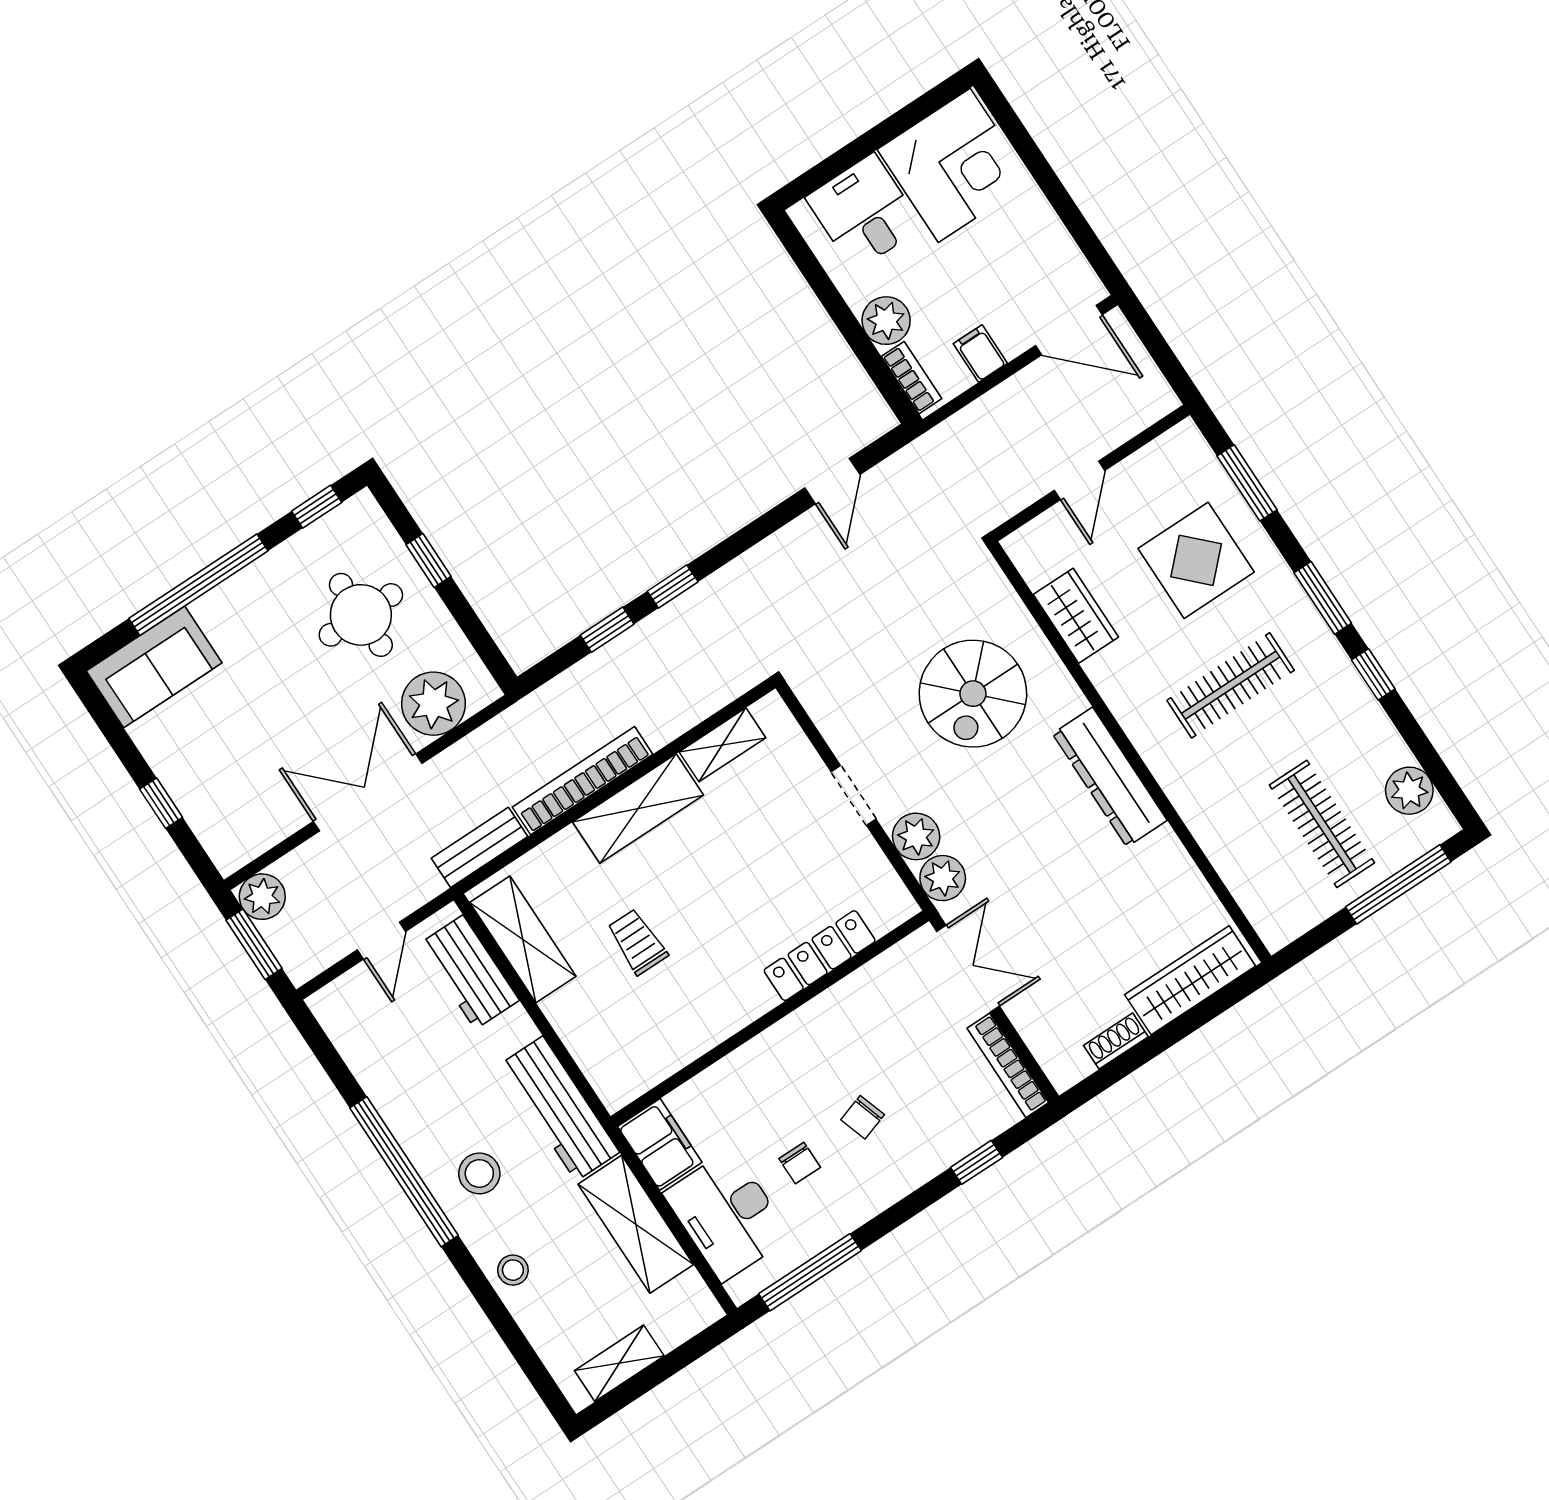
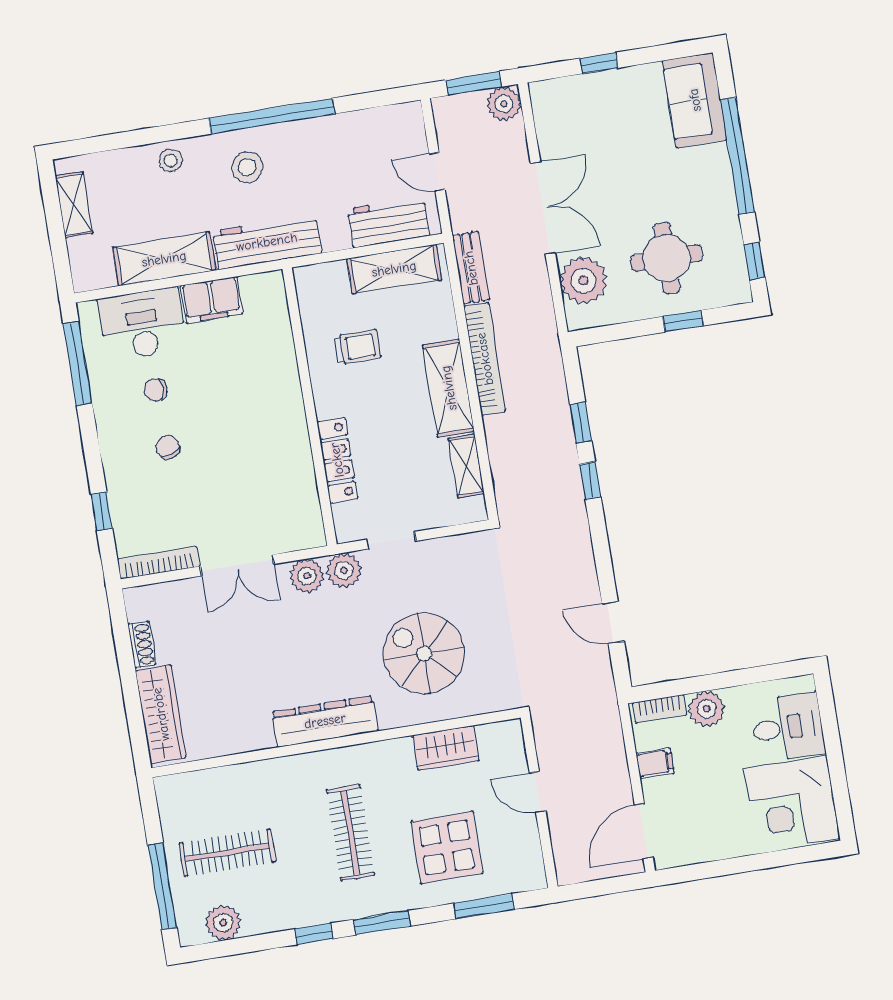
locker: (820, 956) -> (337, 460), moved
wall: (770, 1019) -> (310, 407), moved

